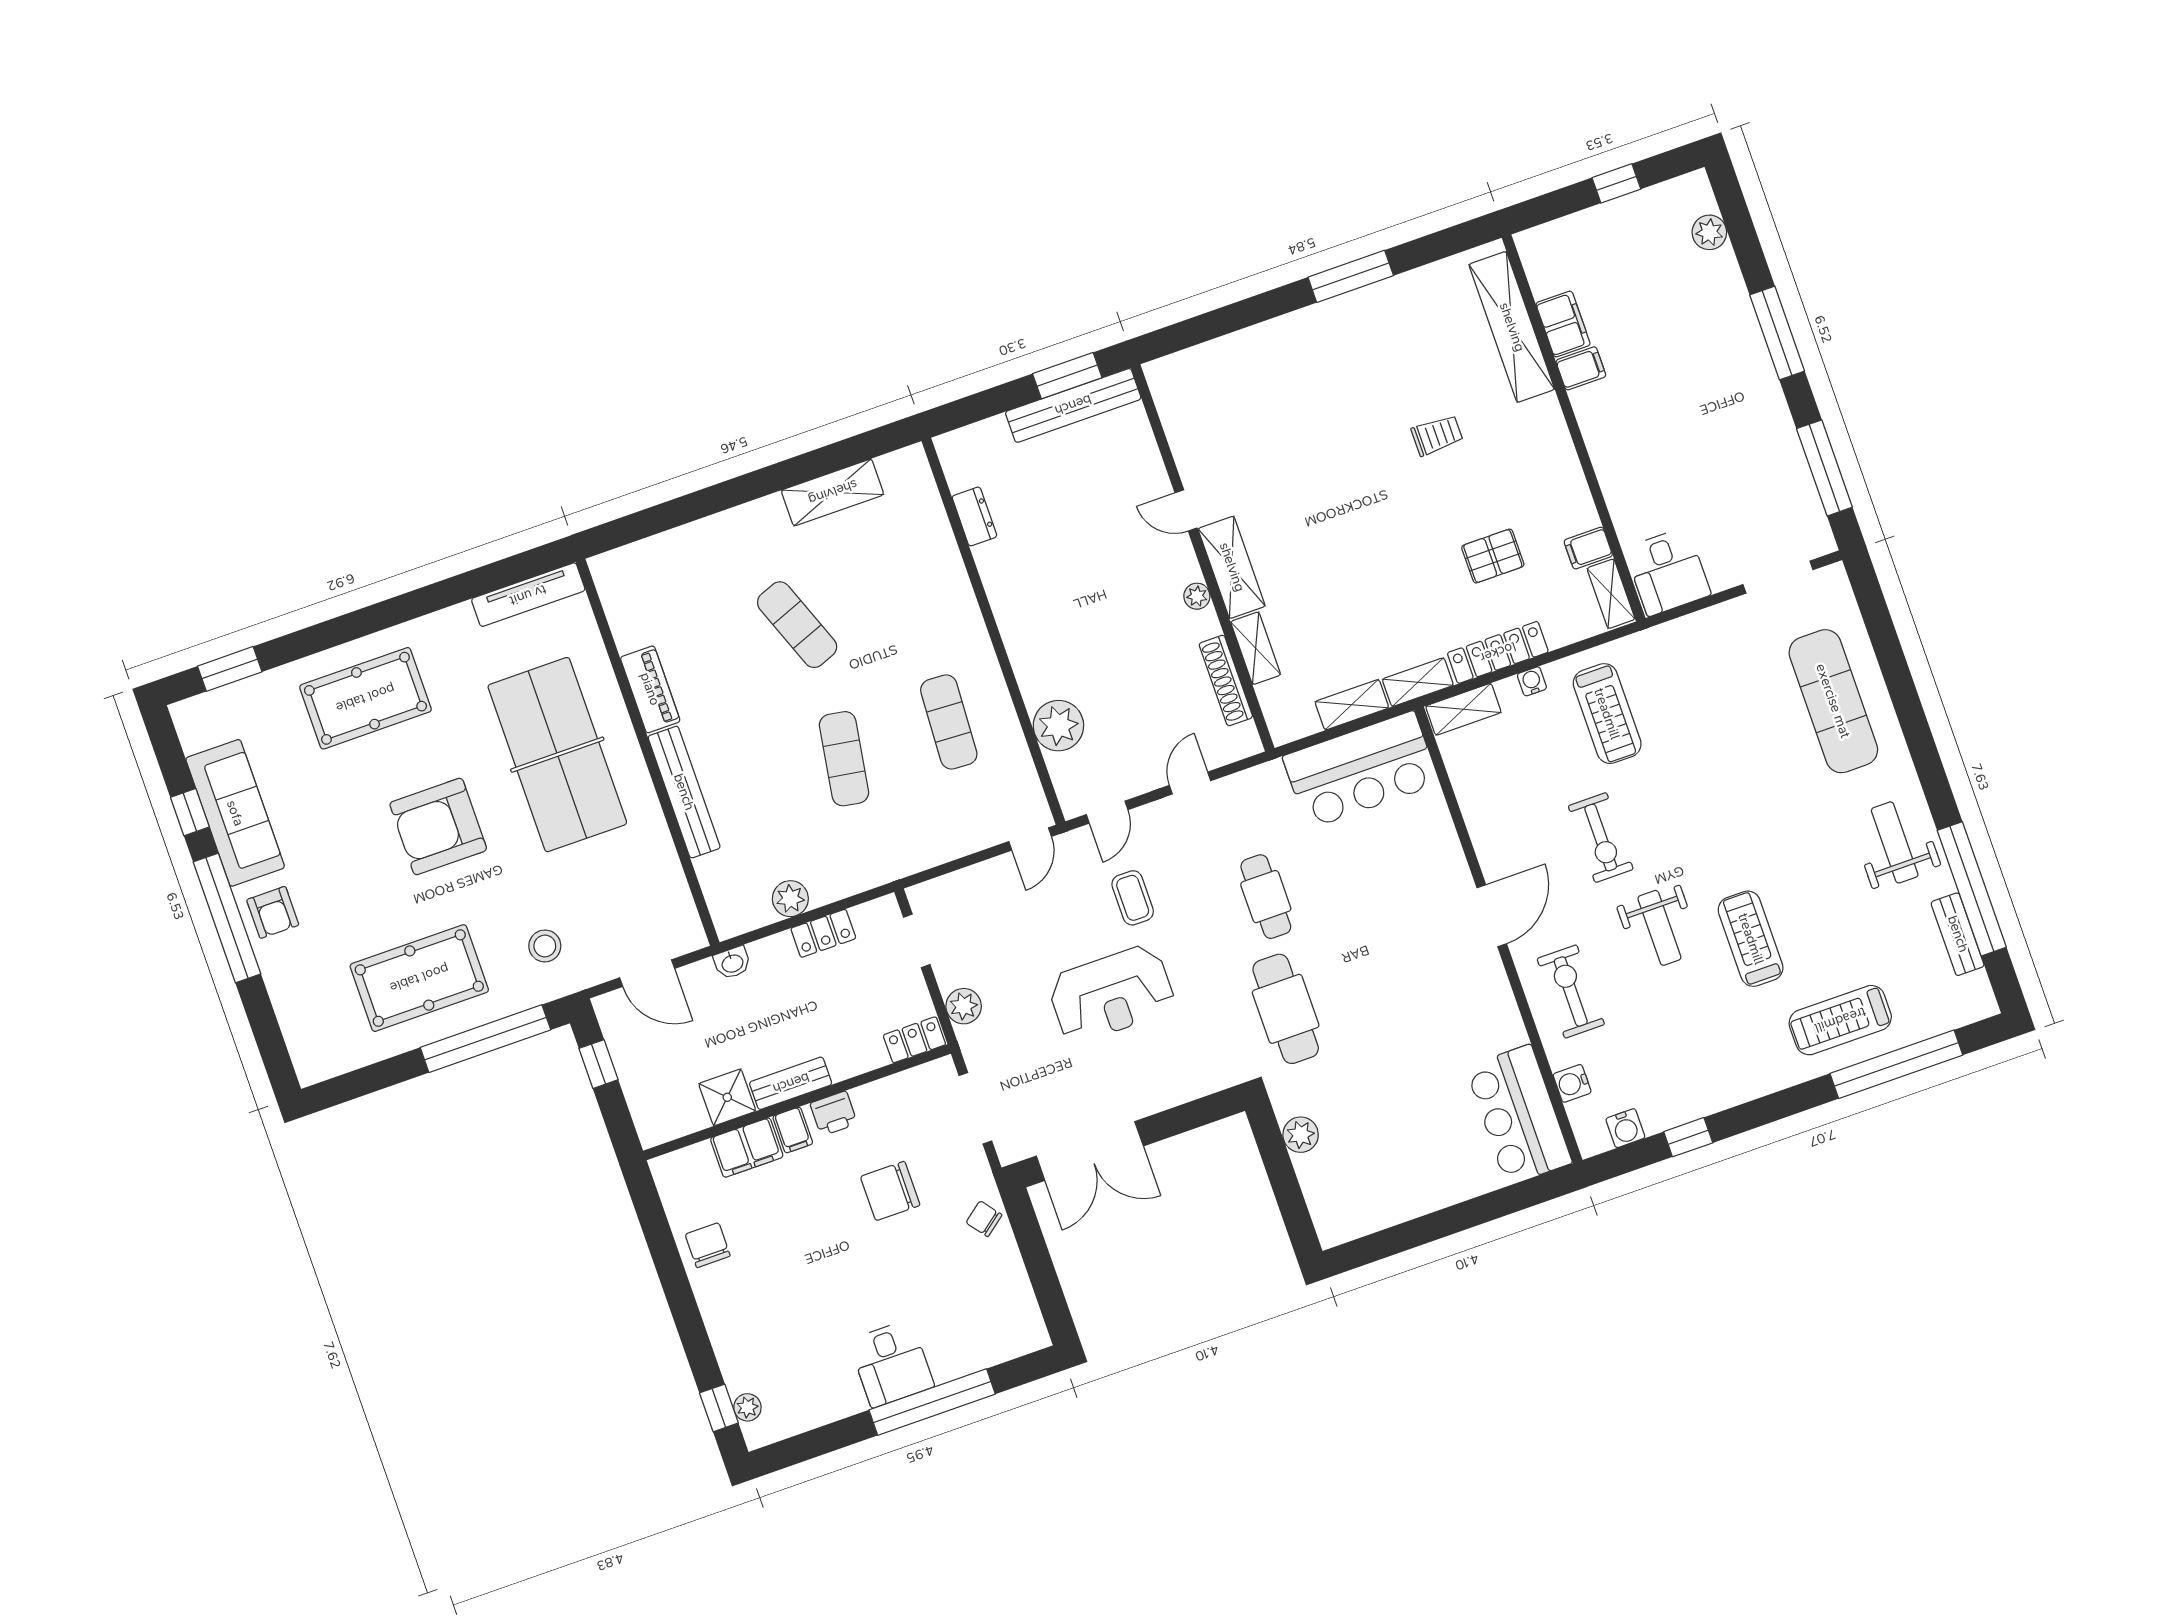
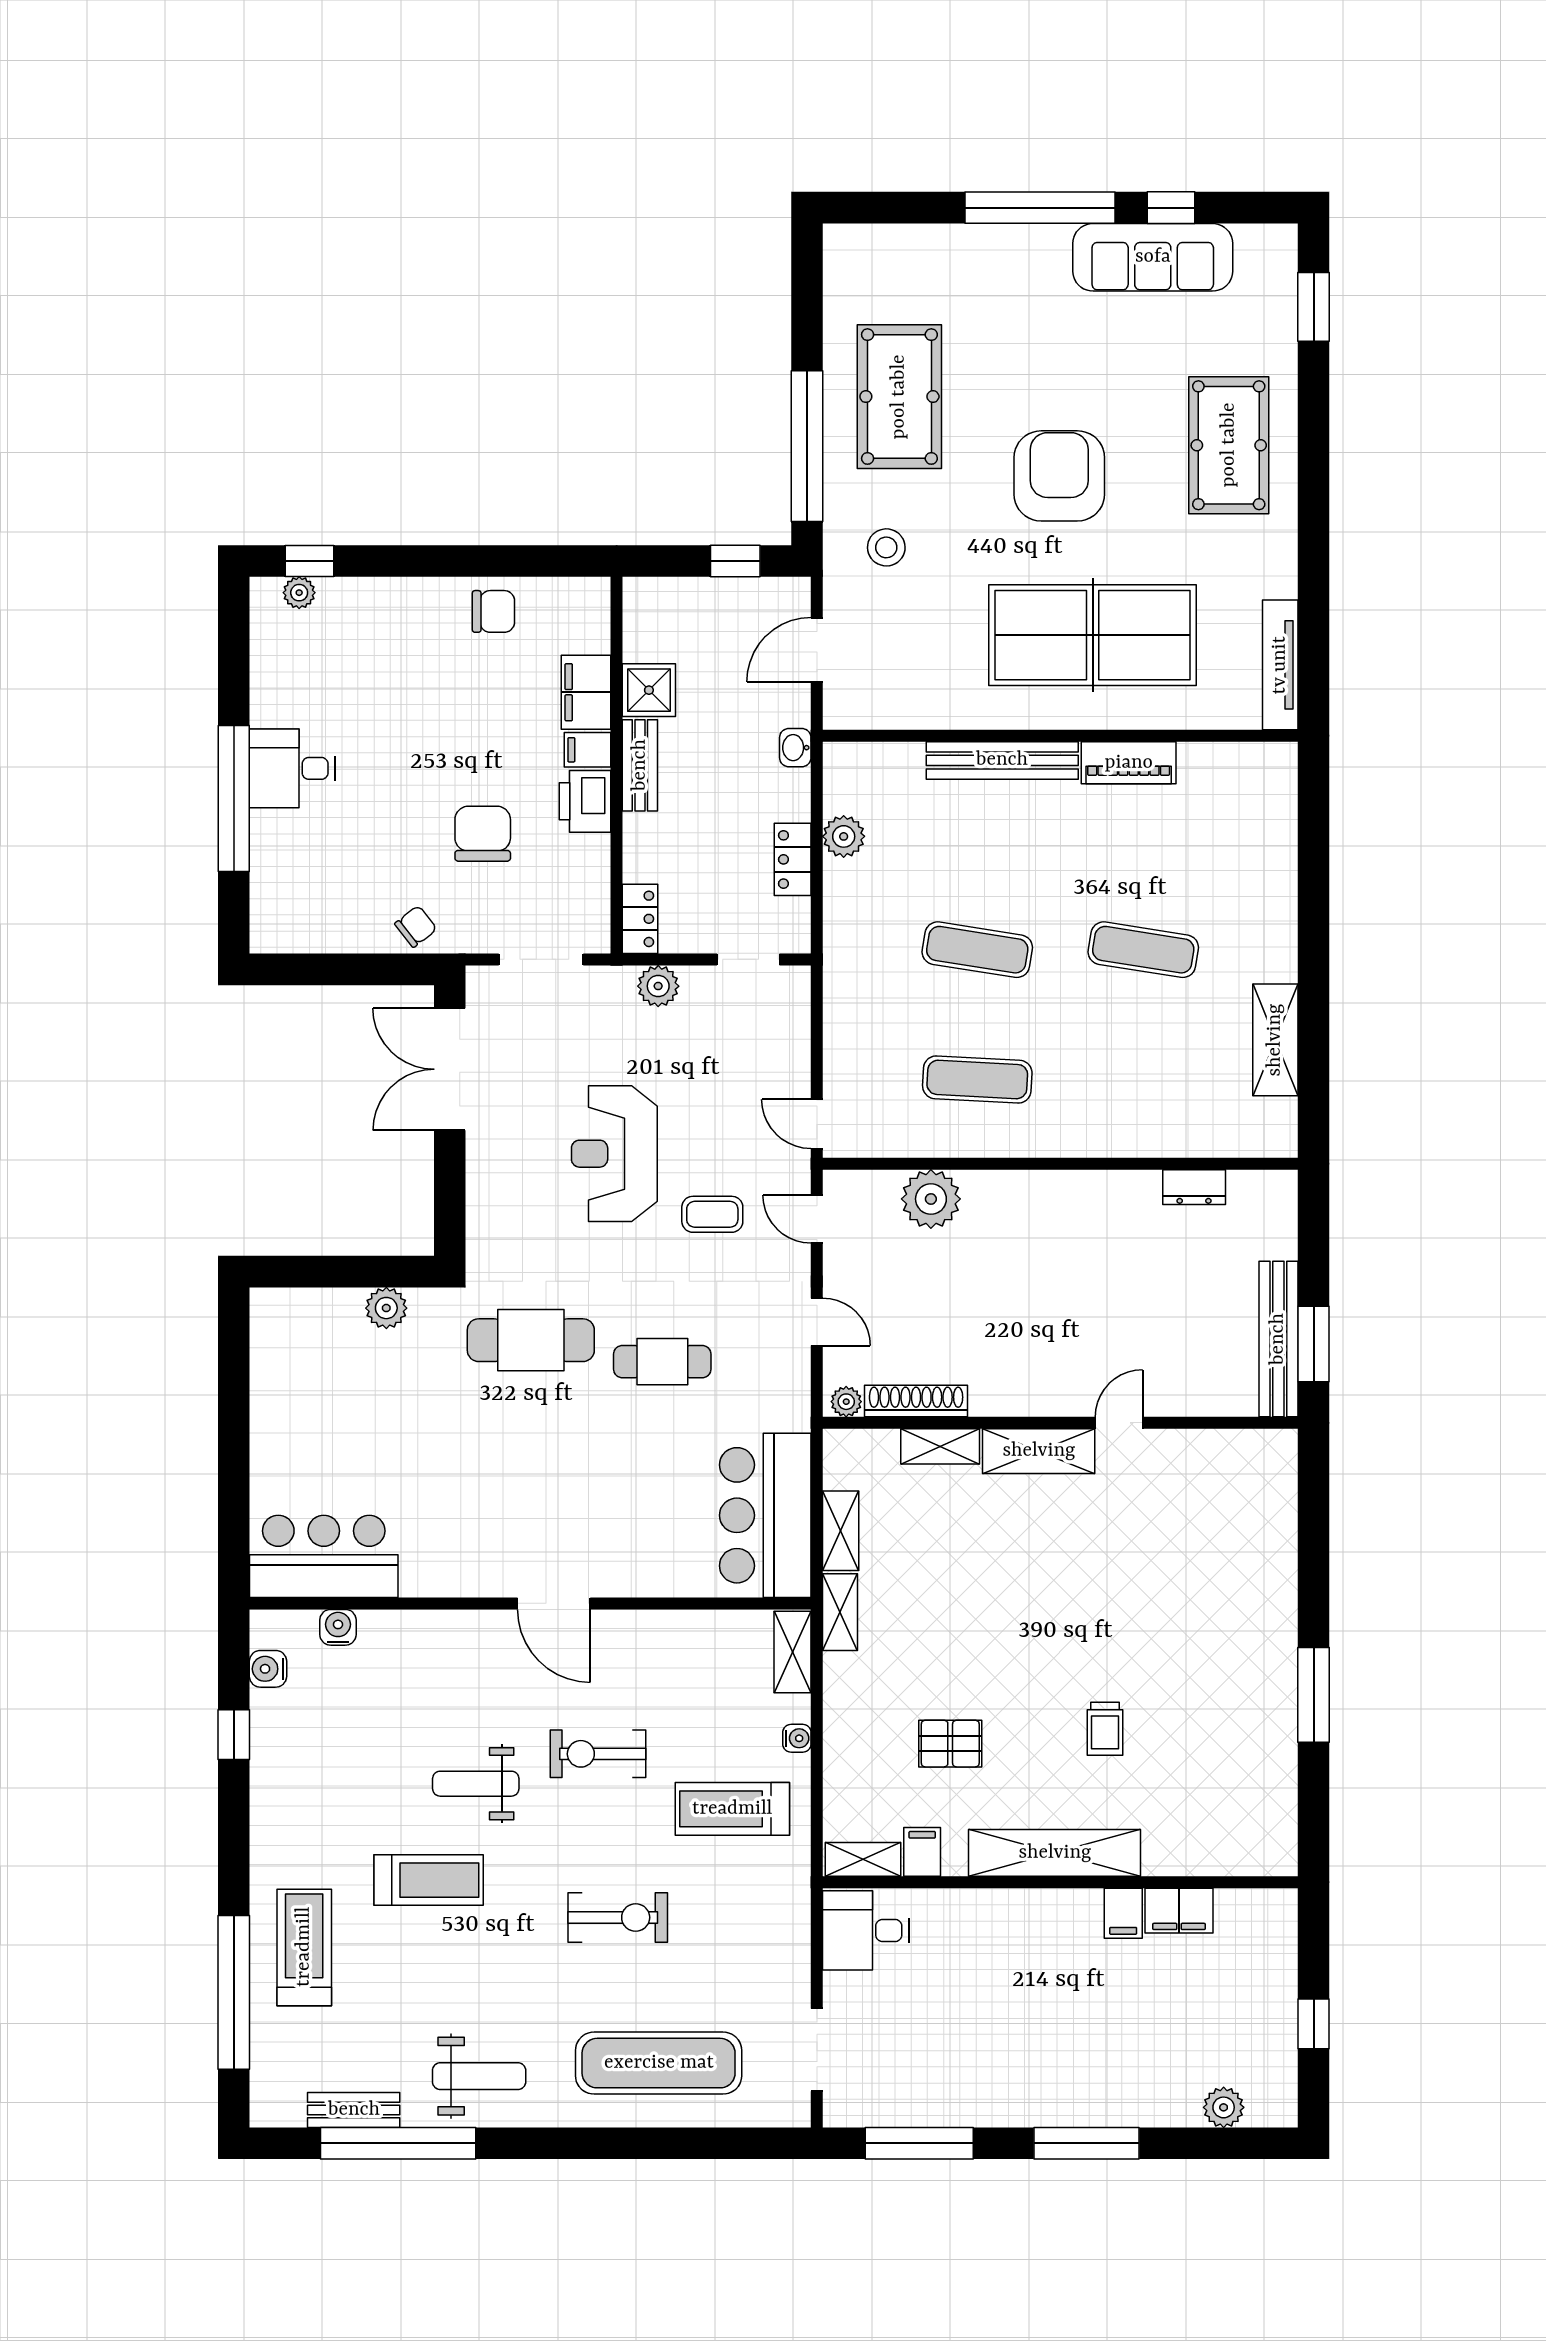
shelving: (1512, 327) -> (1055, 1853), moved
pallet: (1493, 556) -> (950, 1744), turned 90
plant: (1197, 596) -> (846, 1402), moved
exercise mat: (797, 625) -> (1143, 950), turned 30
locker: (1498, 652) -> (842, 1712), removed
armchair: (273, 912) -> (1028, 260), removed
exercise bike: (1571, 991) -> (618, 1917), moved
printer: (834, 1113) -> (585, 801), width x1.36, depth x1.24

